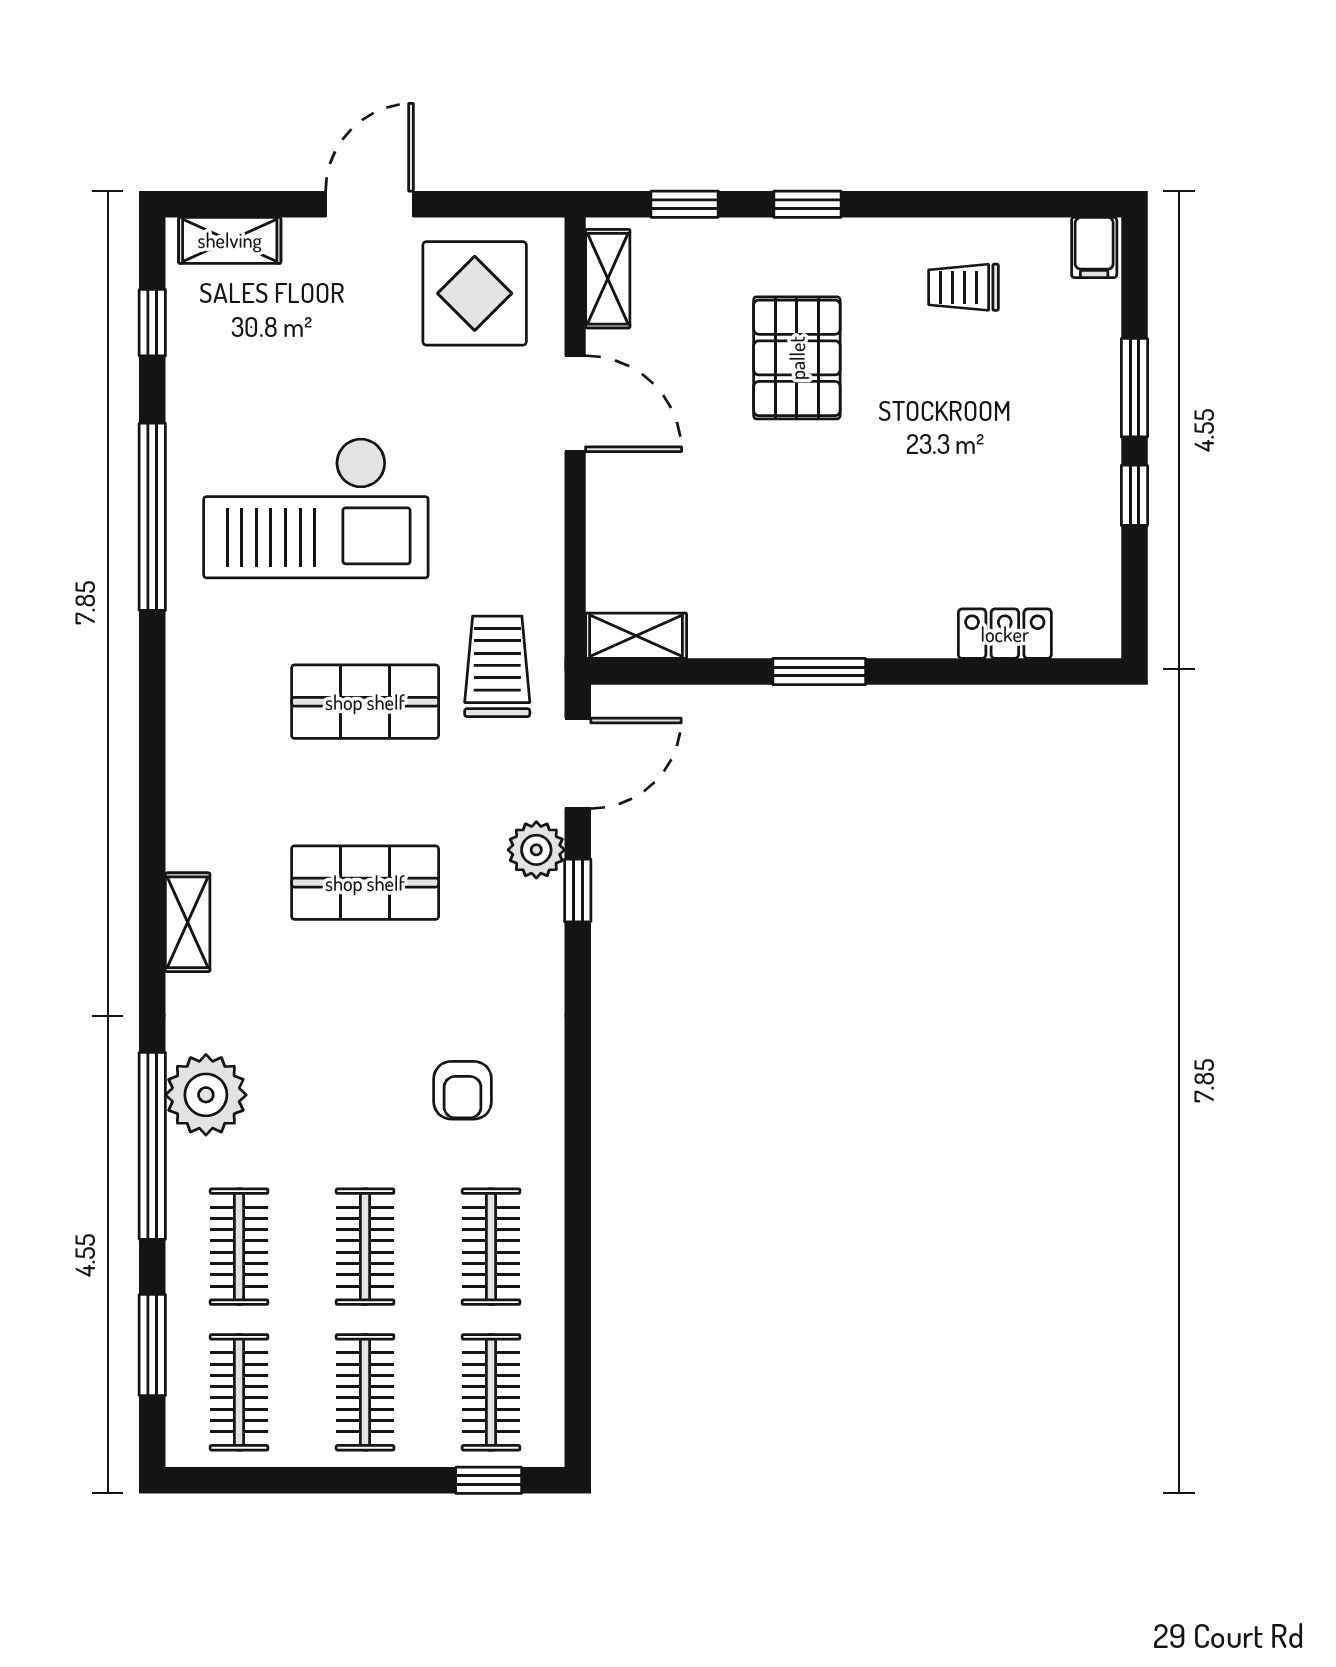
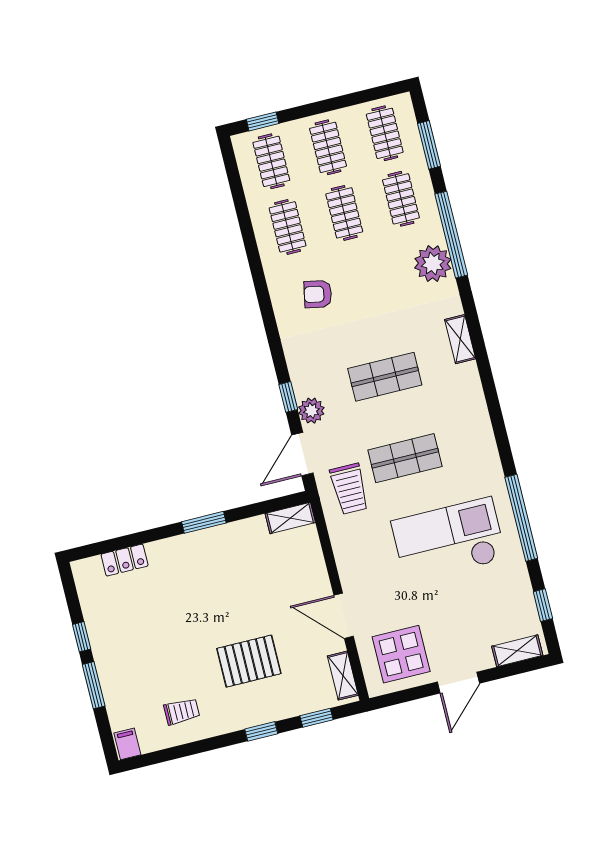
pallet: (797, 358) -> (249, 661), turned 90
armchair: (463, 1090) -> (318, 294), turned -79

